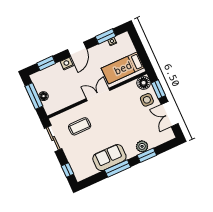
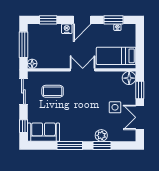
floor lamp: (44, 96) -> (32, 64), moved
side table: (147, 100) -> (115, 107), moved
sofa: (109, 158) -> (44, 132), moved

